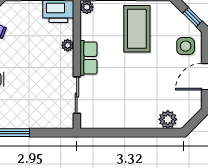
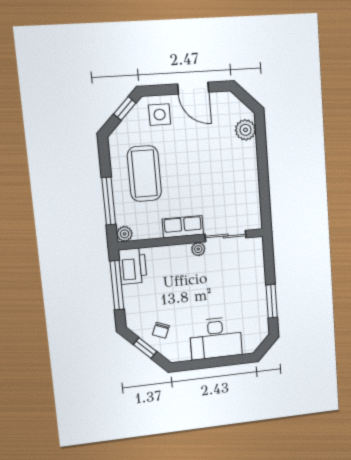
coffee table: (137, 29) -> (144, 174), turned 90
plant: (68, 45) -> (198, 249), moved

